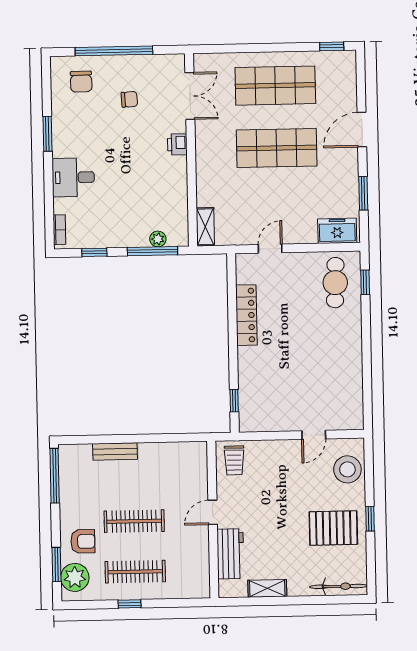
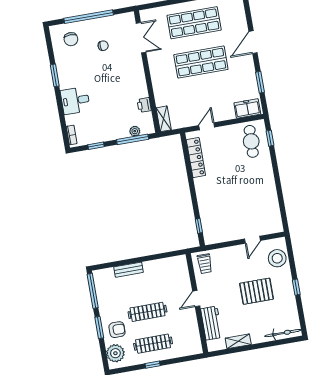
printer: (177, 144) -> (144, 105), moved
locker: (246, 315) -> (196, 158), moved
pallet: (333, 528) -> (257, 291), moved
window: (56, 564) -> (99, 328), moved

